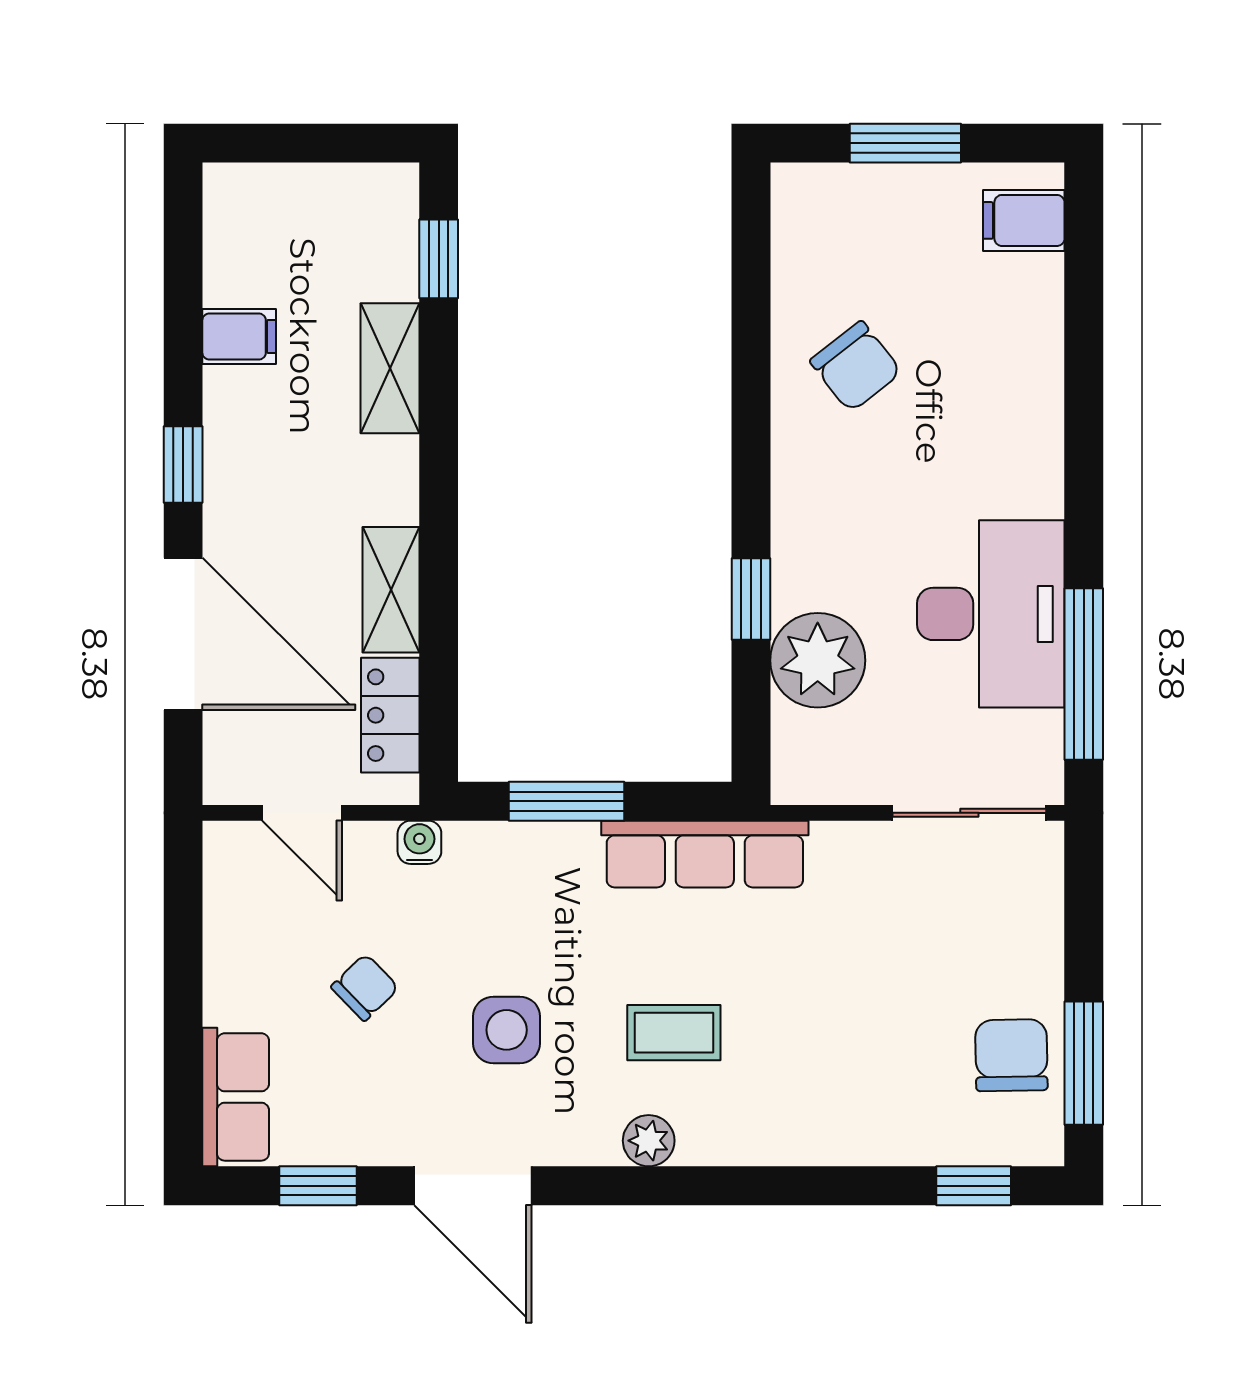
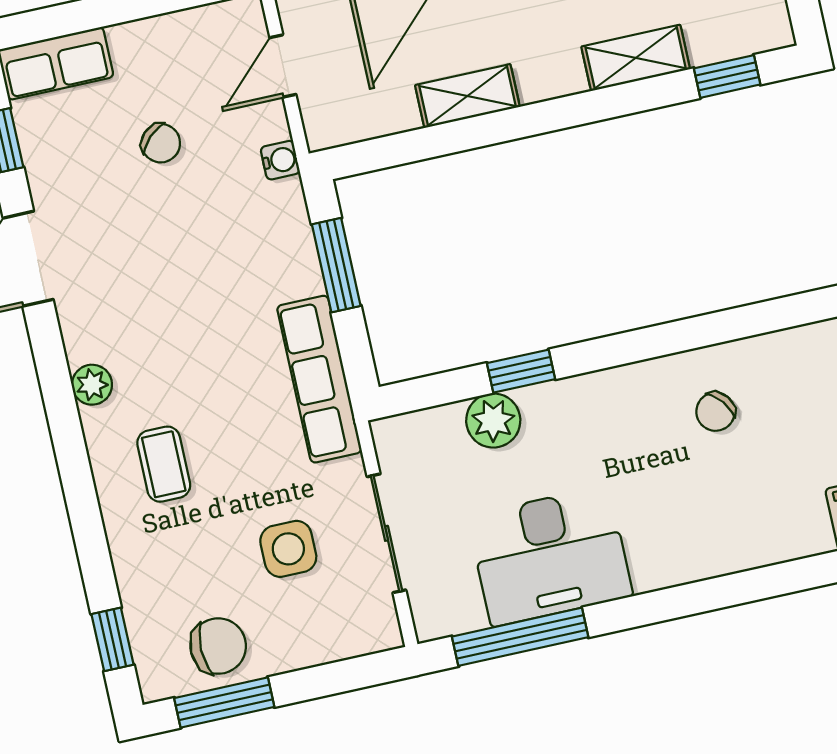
chair: (856, 366) -> (716, 412), width x0.73, depth x0.73
plant: (818, 660) -> (493, 420), width x0.73, depth x0.73
locker: (390, 715) -> (372, 117), removed
sliding door: (969, 813) -> (386, 533), moved
side table: (507, 1030) -> (288, 549), moved
coffee table: (674, 1033) -> (164, 464), moved

